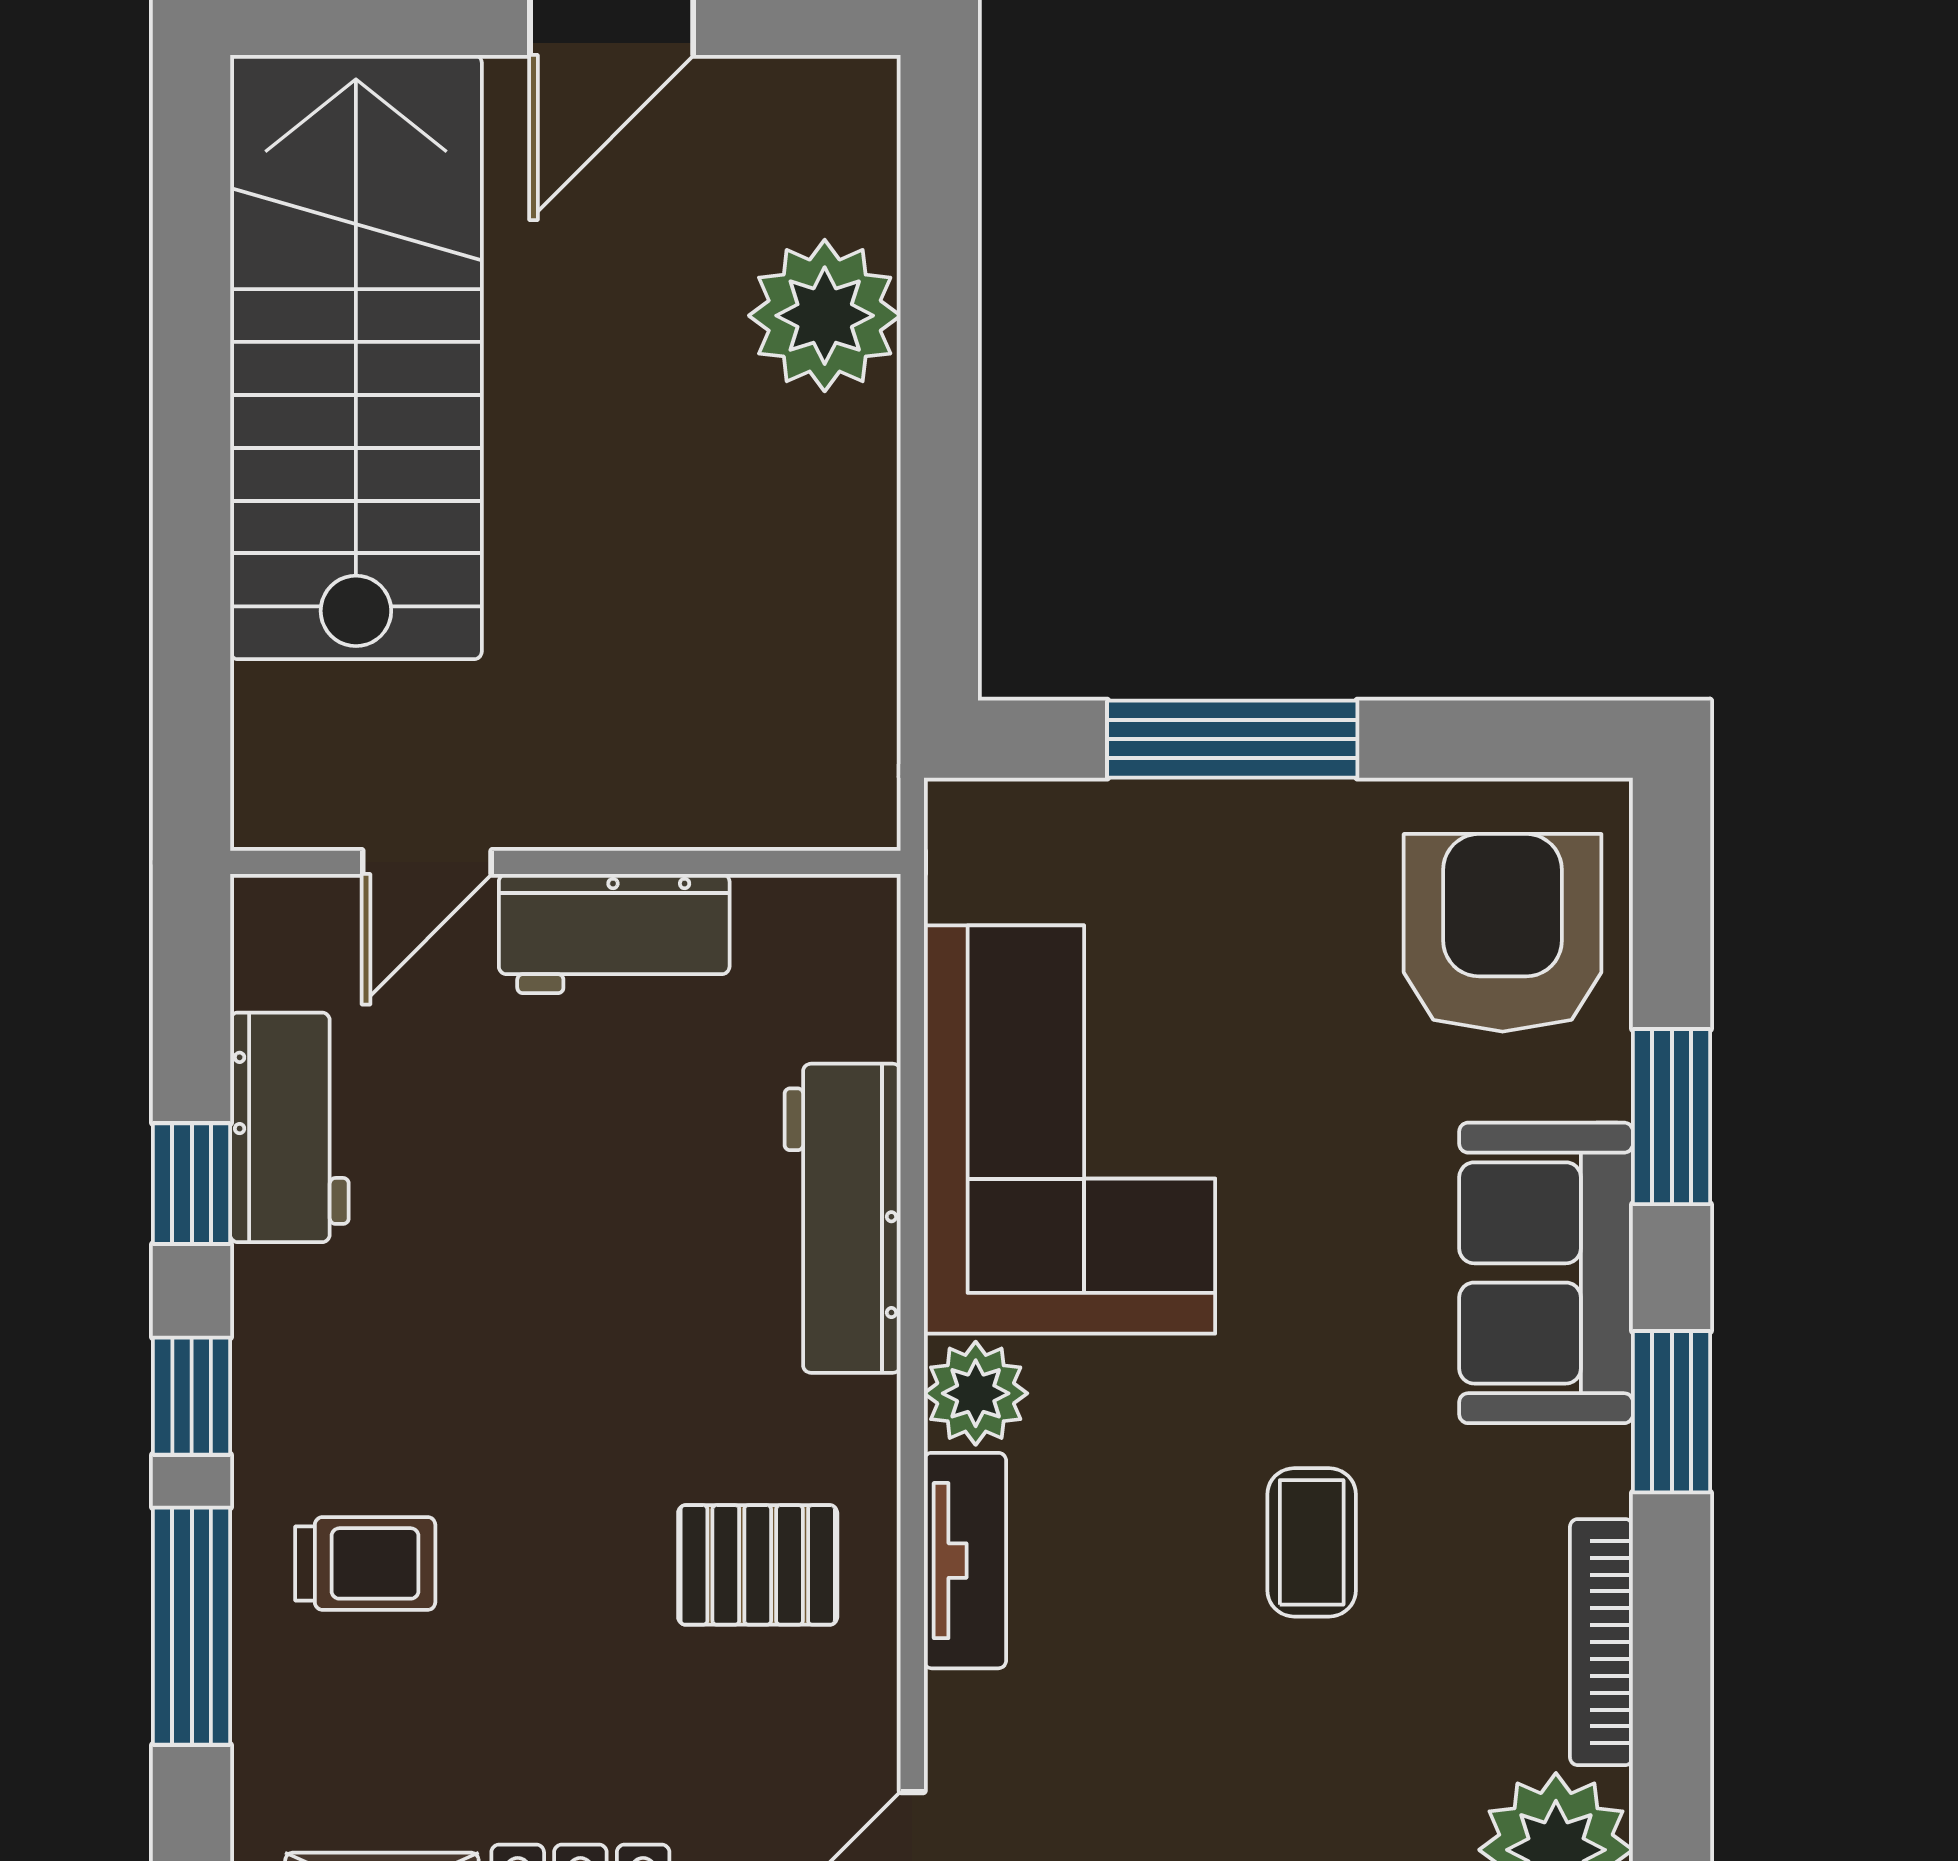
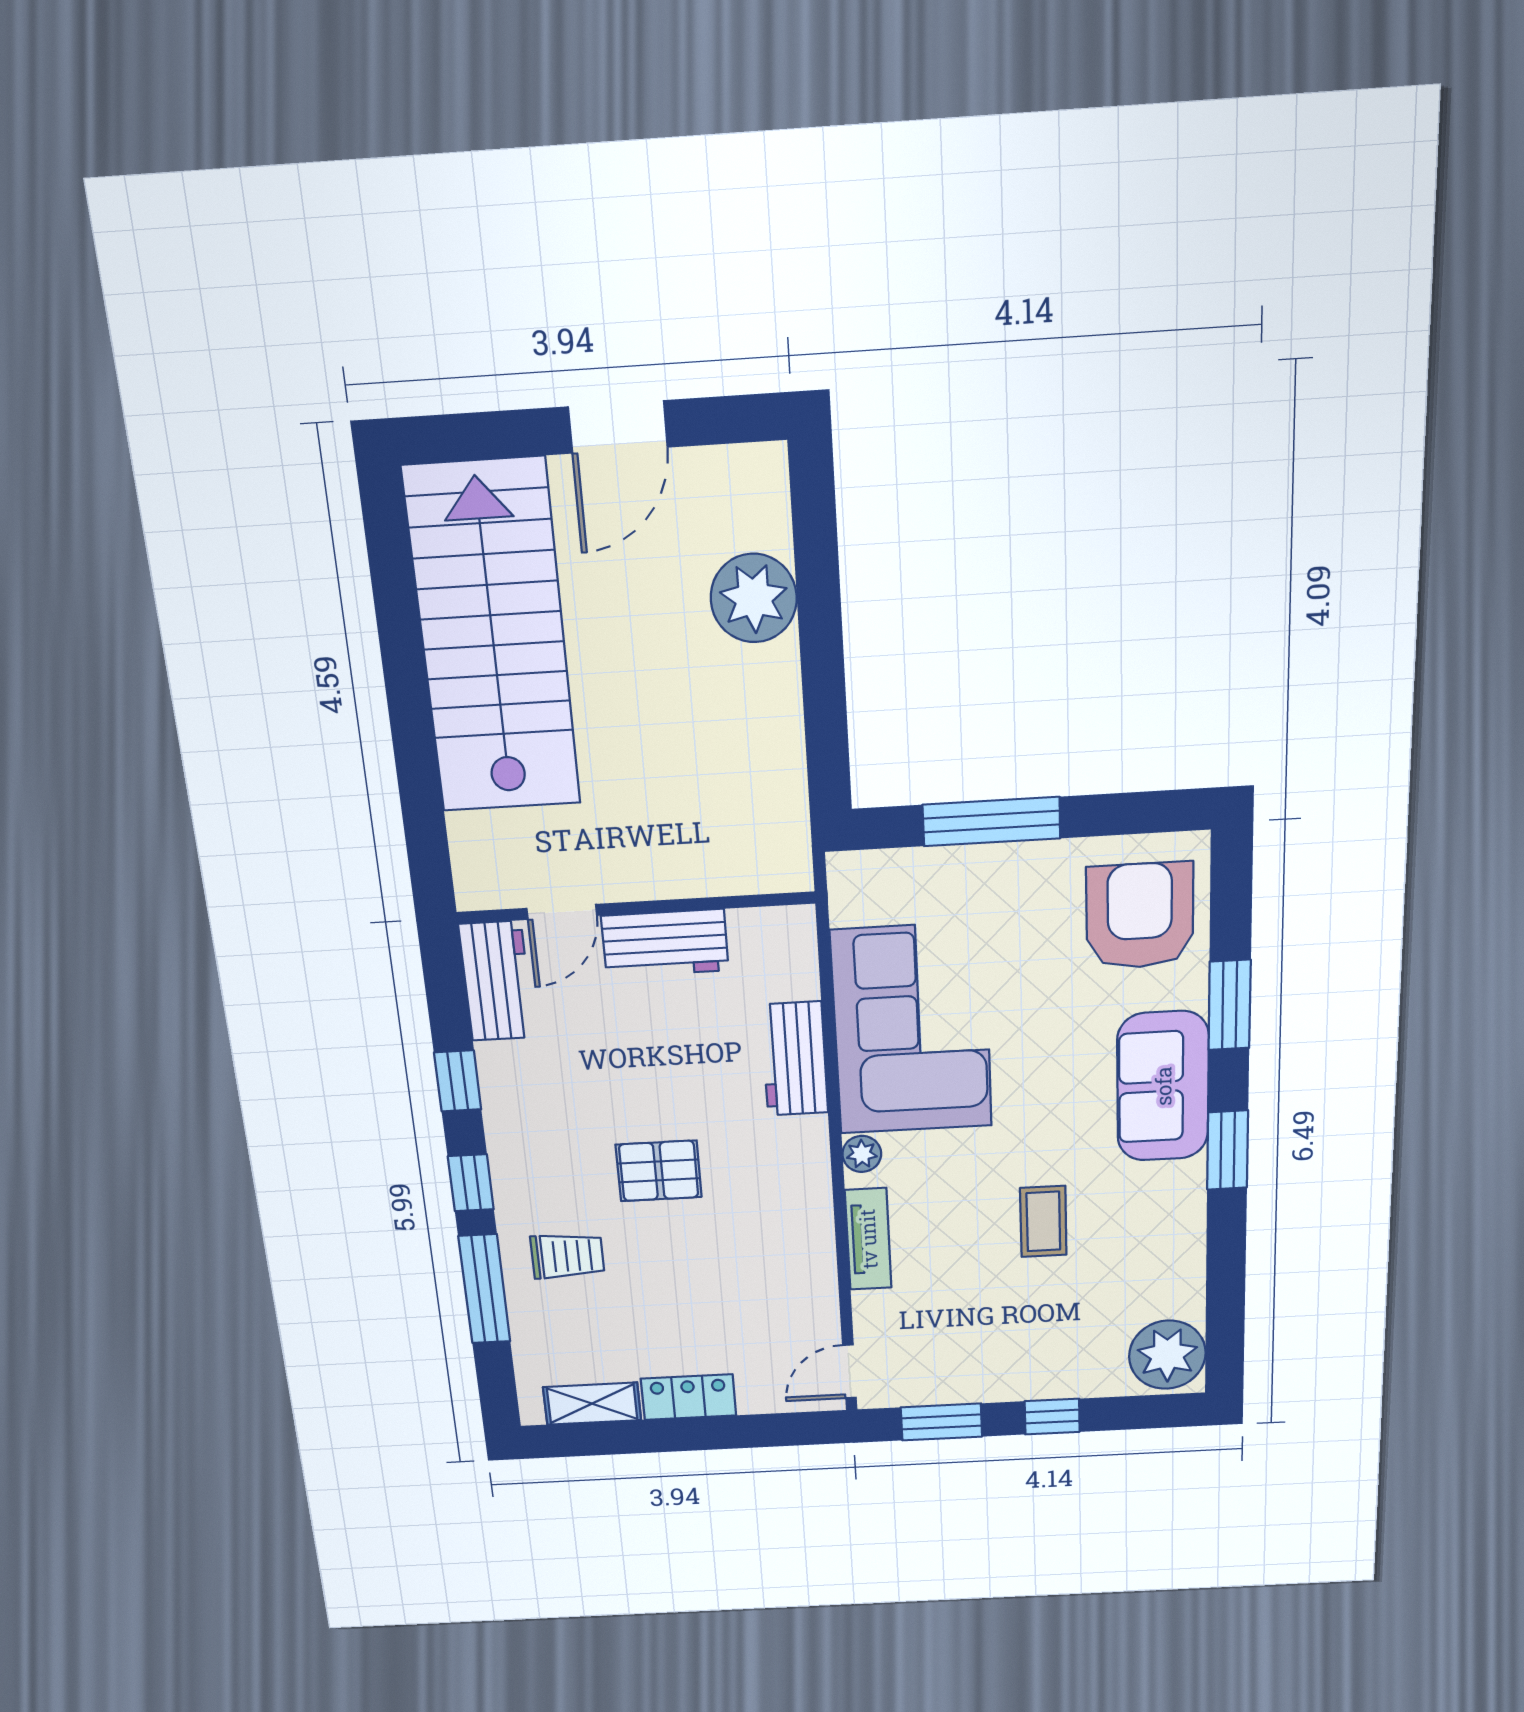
workbench: (289, 1127) -> (496, 981), moved
workbench: (843, 1218) -> (794, 1059), width x0.73
plant: (976, 1393) -> (862, 1154), width x0.73, depth x0.73
pallet: (758, 1565) -> (659, 1171), moved
bookcase: (1601, 1642) -> (1191, 1260), removed

